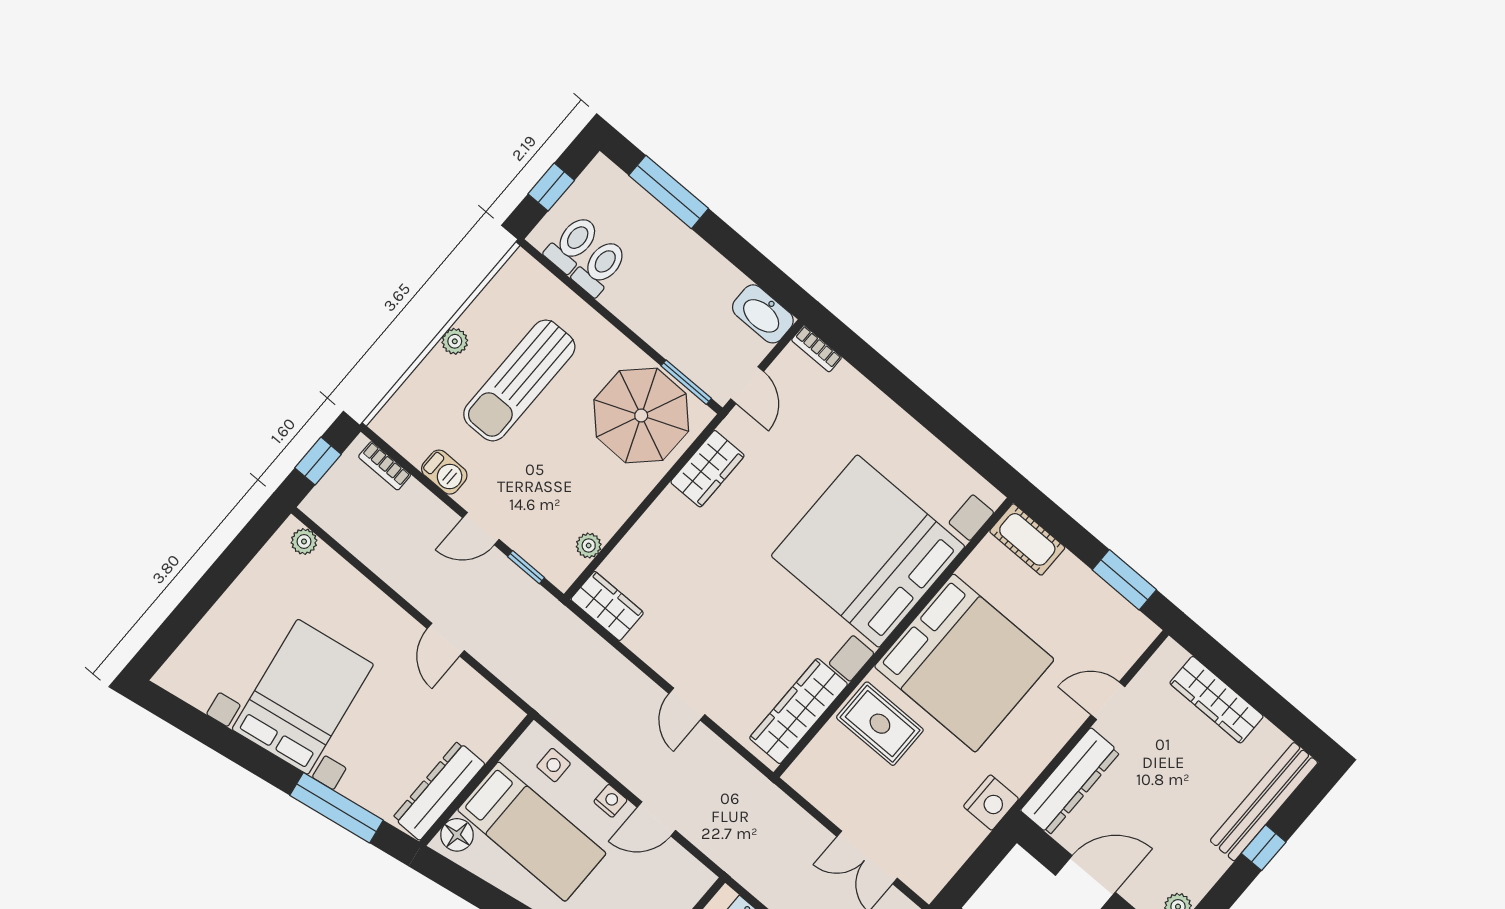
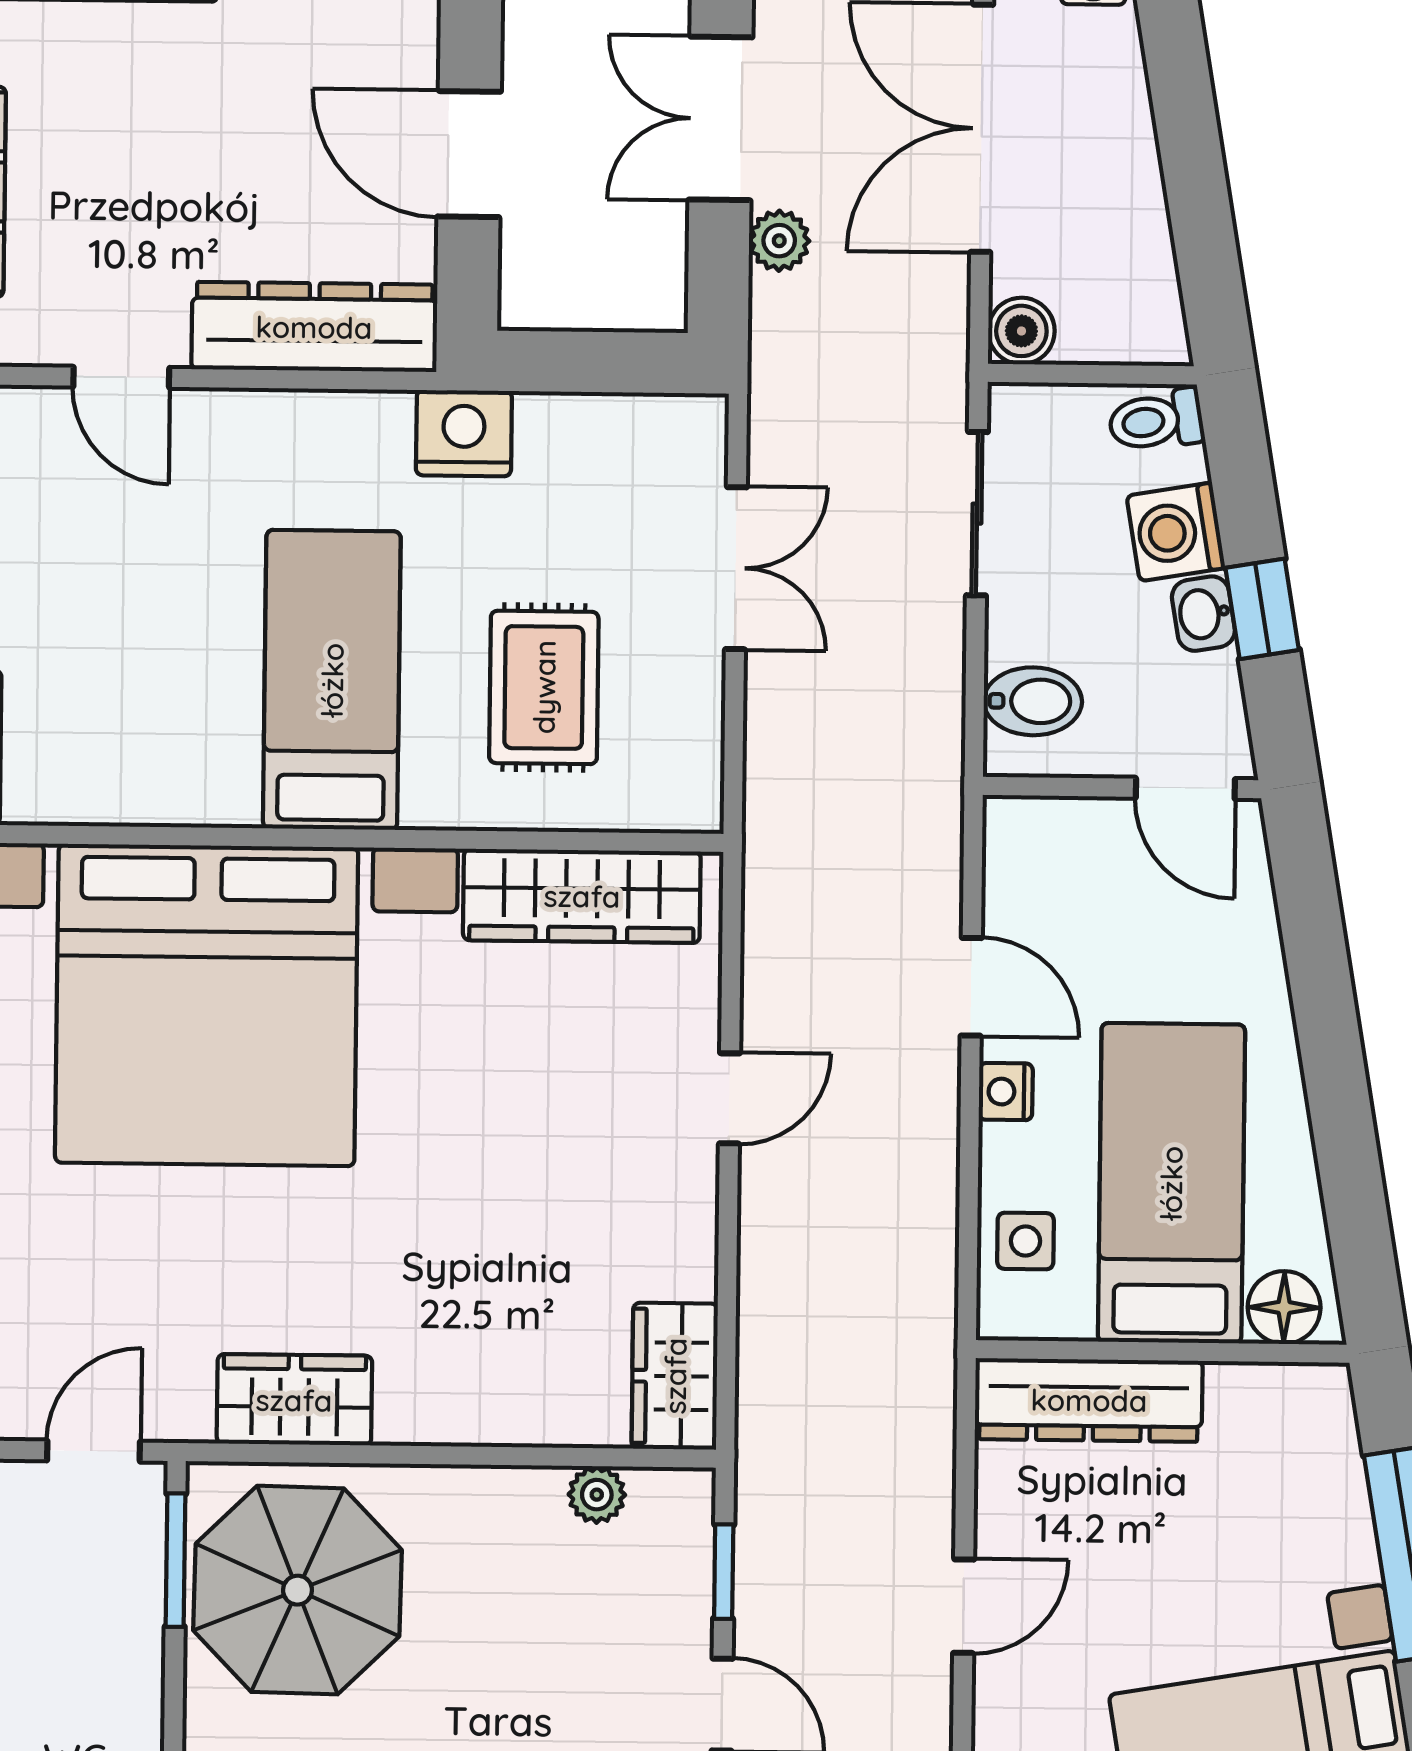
bed: (964, 663) -> (332, 680), width x0.49
rug: (880, 724) -> (544, 687), moved
dresser: (439, 791) -> (1089, 1400), moved

